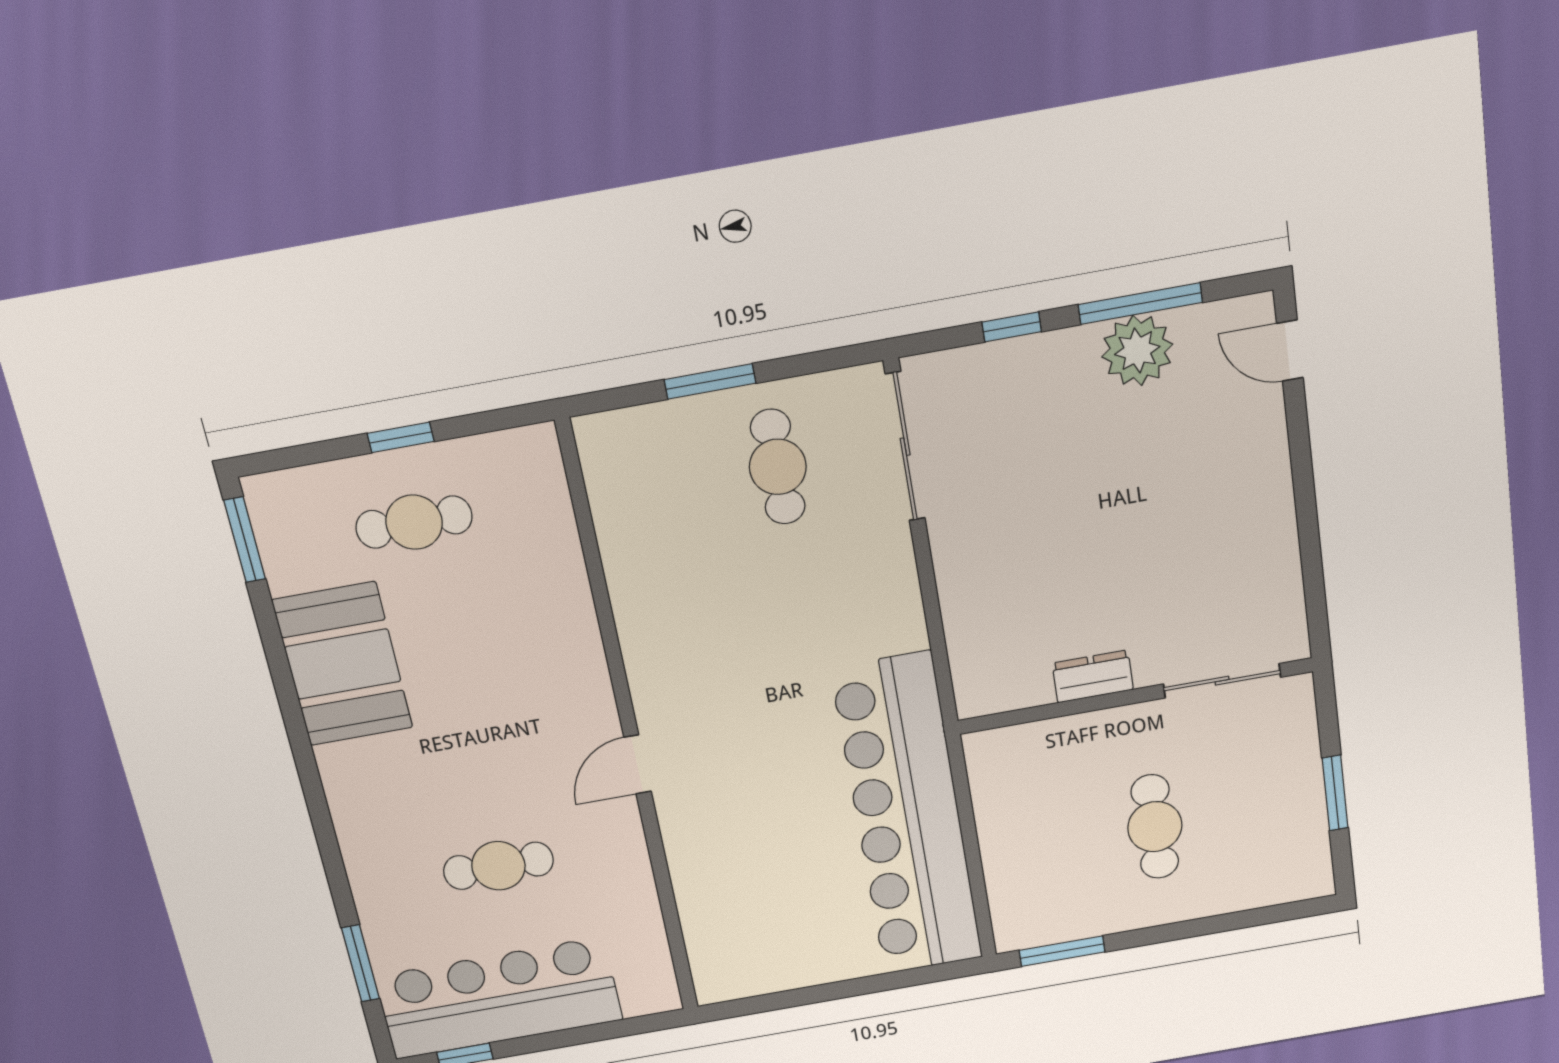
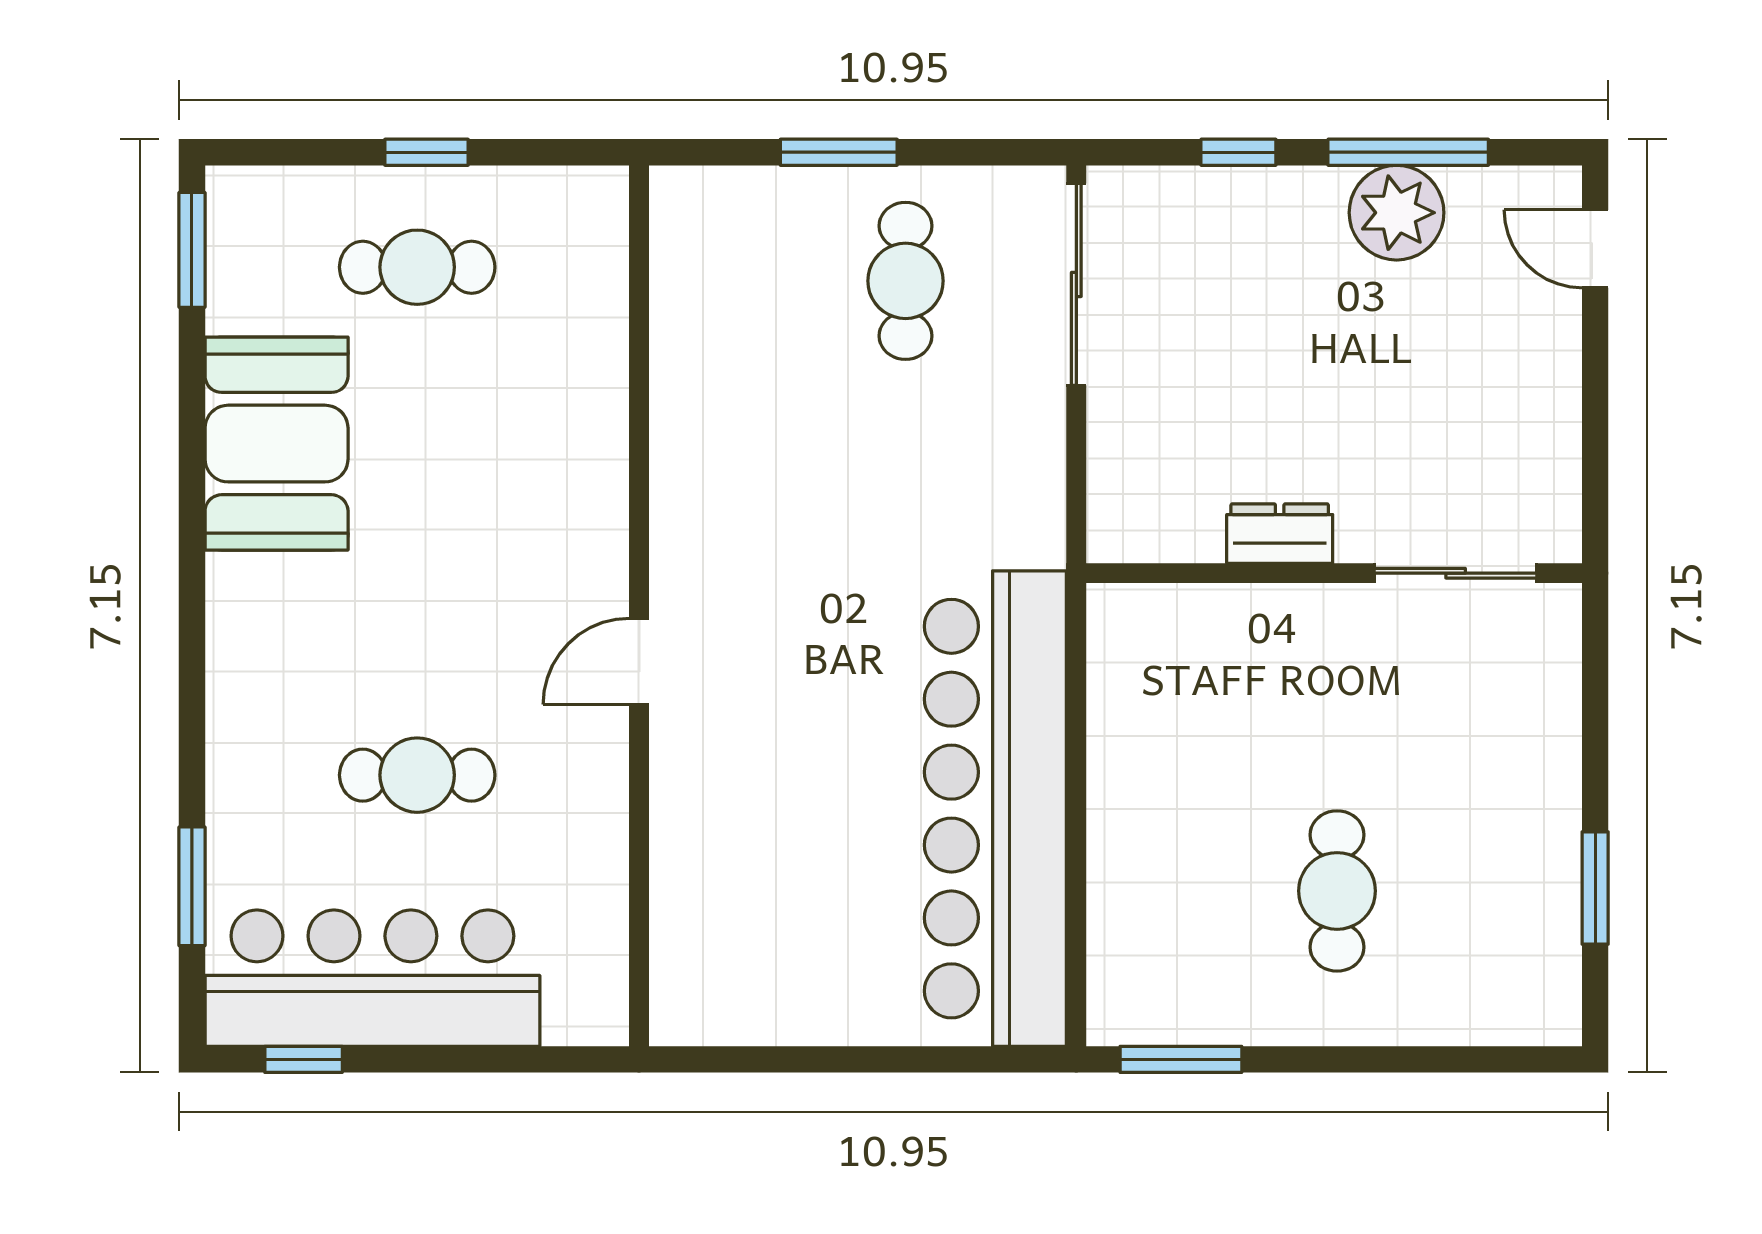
dresser: (1093, 676) -> (1280, 534), moved
sliding door: (1222, 681) -> (1456, 573), moved
wall: (1135, 696) -> (1334, 573), moved

